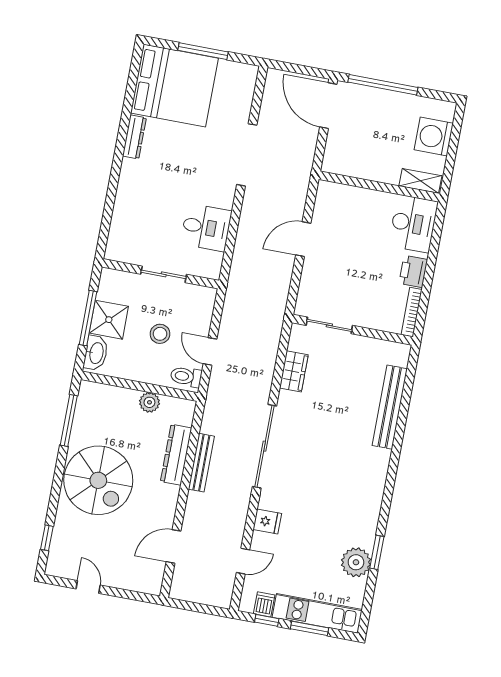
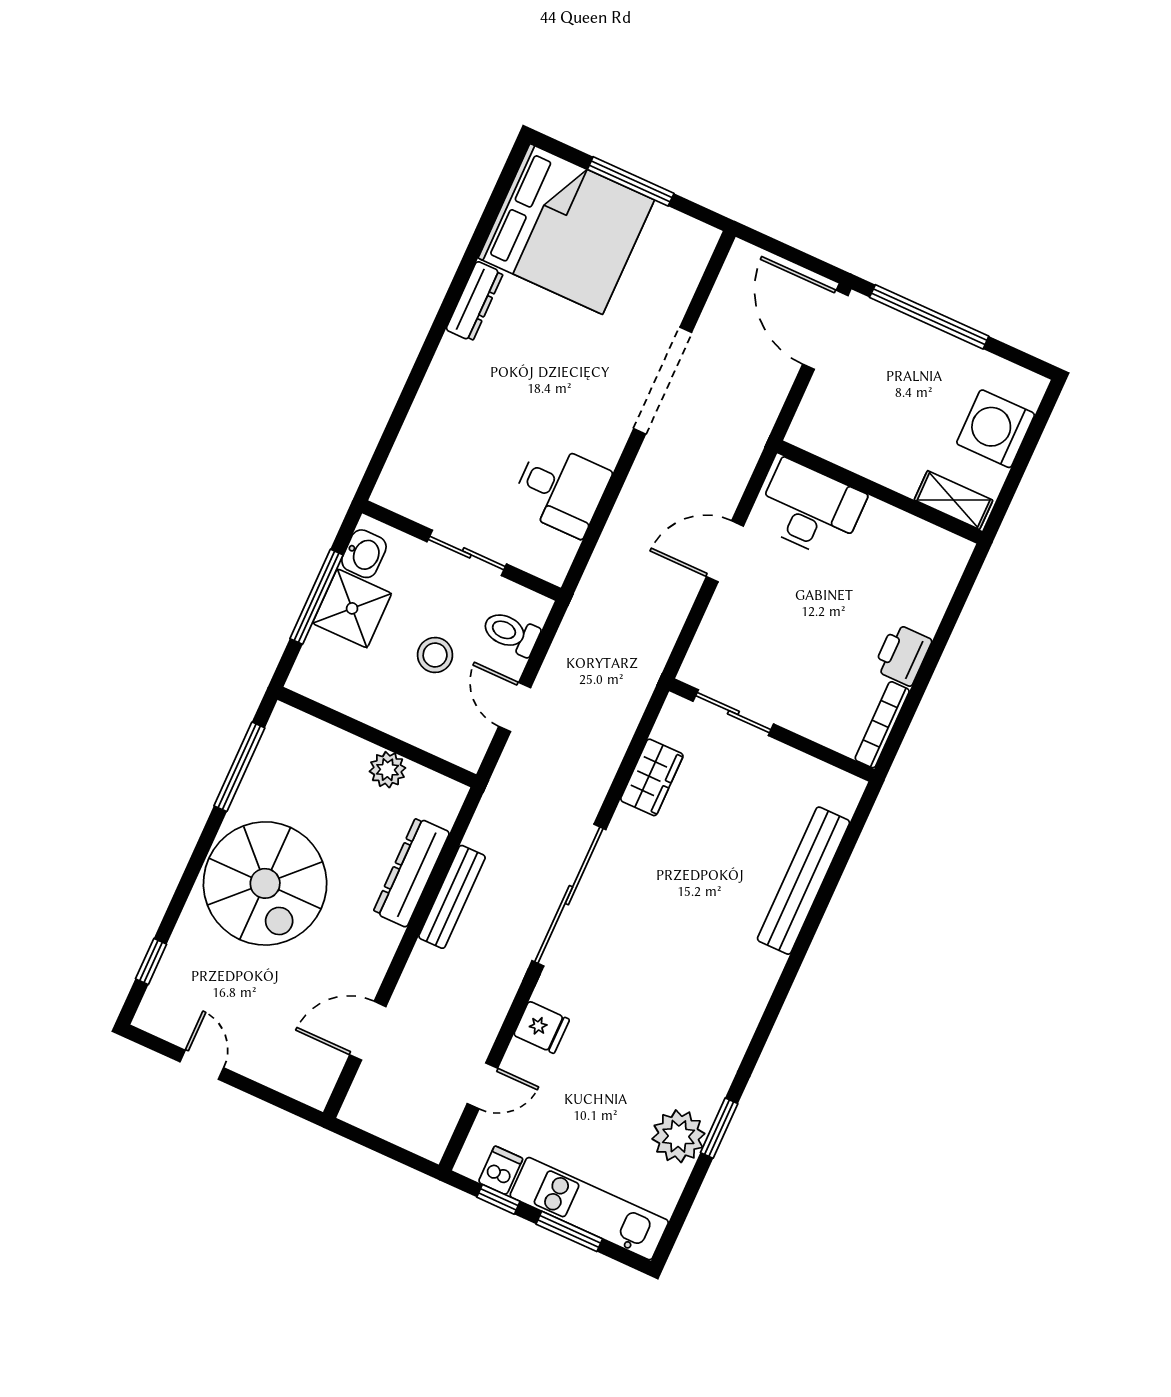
desk: (413, 224) -> (810, 509), moved, turned -90
washbasin: (96, 353) -> (364, 554), moved, width x0.72
toilet: (186, 377) -> (511, 633), moved

